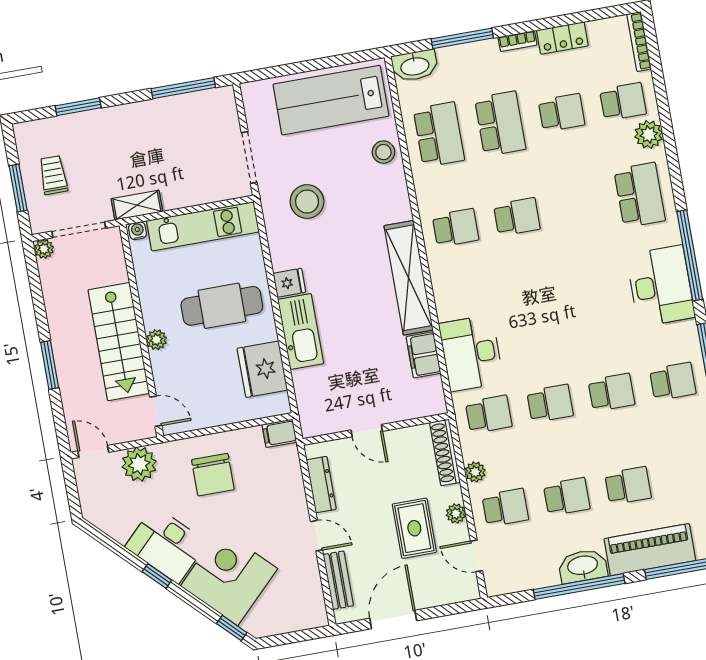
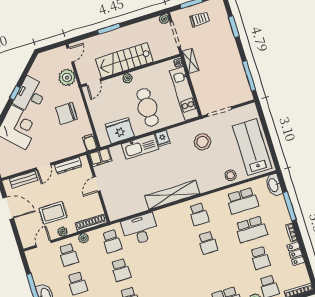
filing cabinet: (423, 355) -> (100, 157), moved, turned 180

